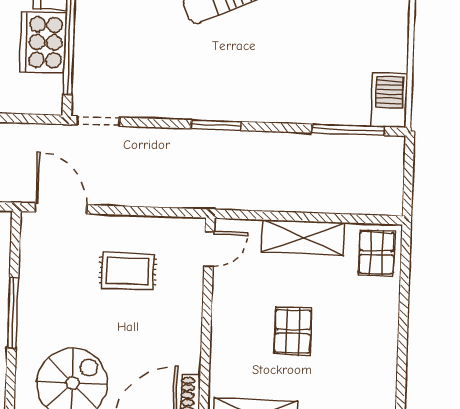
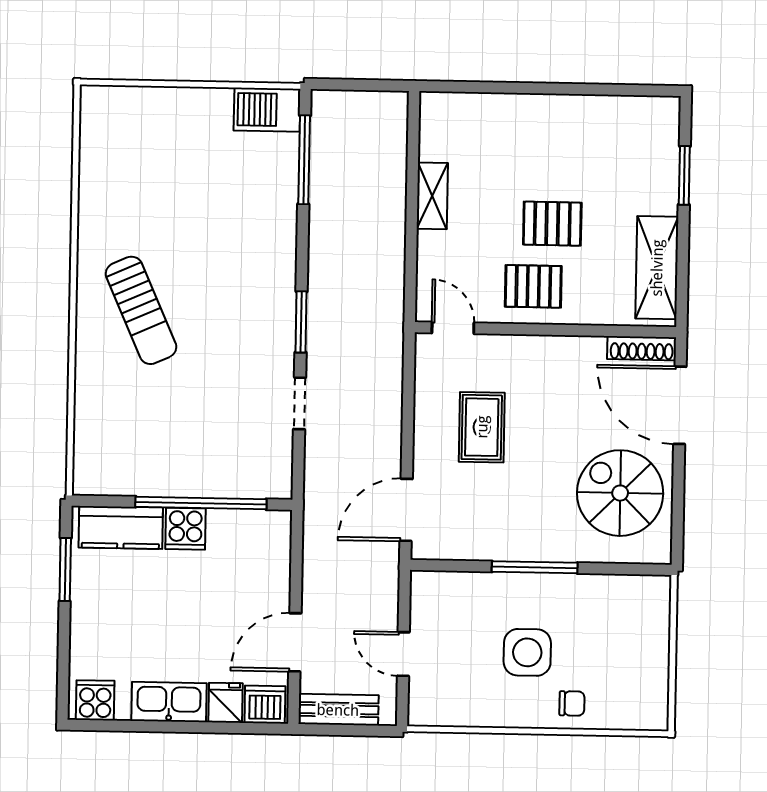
cooker: (43, 42) -> (186, 529), width x0.53, depth x0.76
doorway: (98, 121) -> (299, 403), moved
shelving: (303, 237) -> (432, 196), width x0.67, depth x0.75
pallet: (377, 253) -> (533, 286), moved

